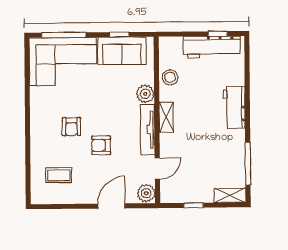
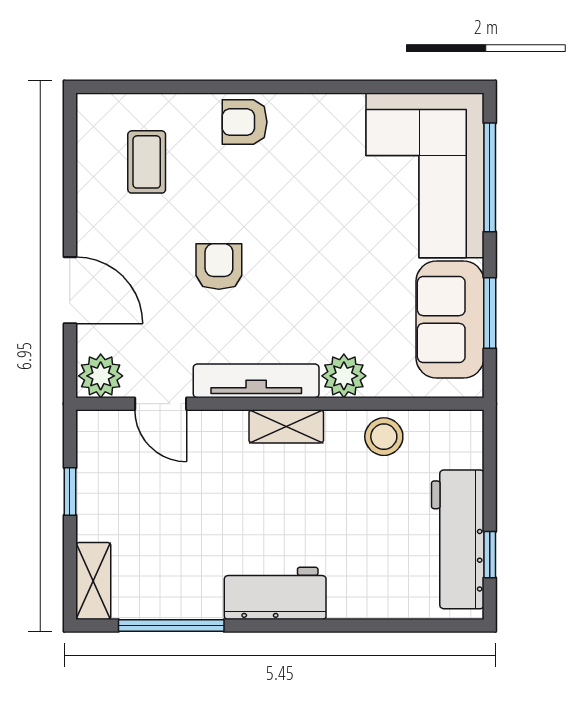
window: (119, 35) -> (490, 313), width x1.50
workbench: (234, 107) -> (275, 593), moved
armchair: (71, 127) -> (245, 122), moved

